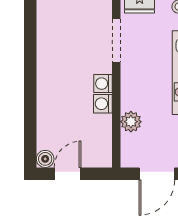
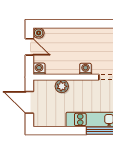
washing machine: (103, 104) -> (39, 69), moved

